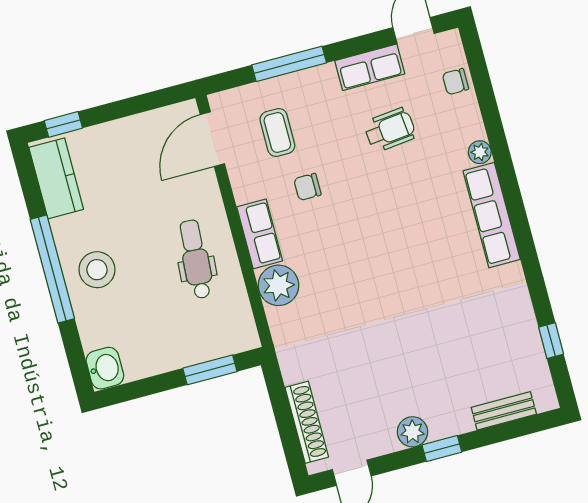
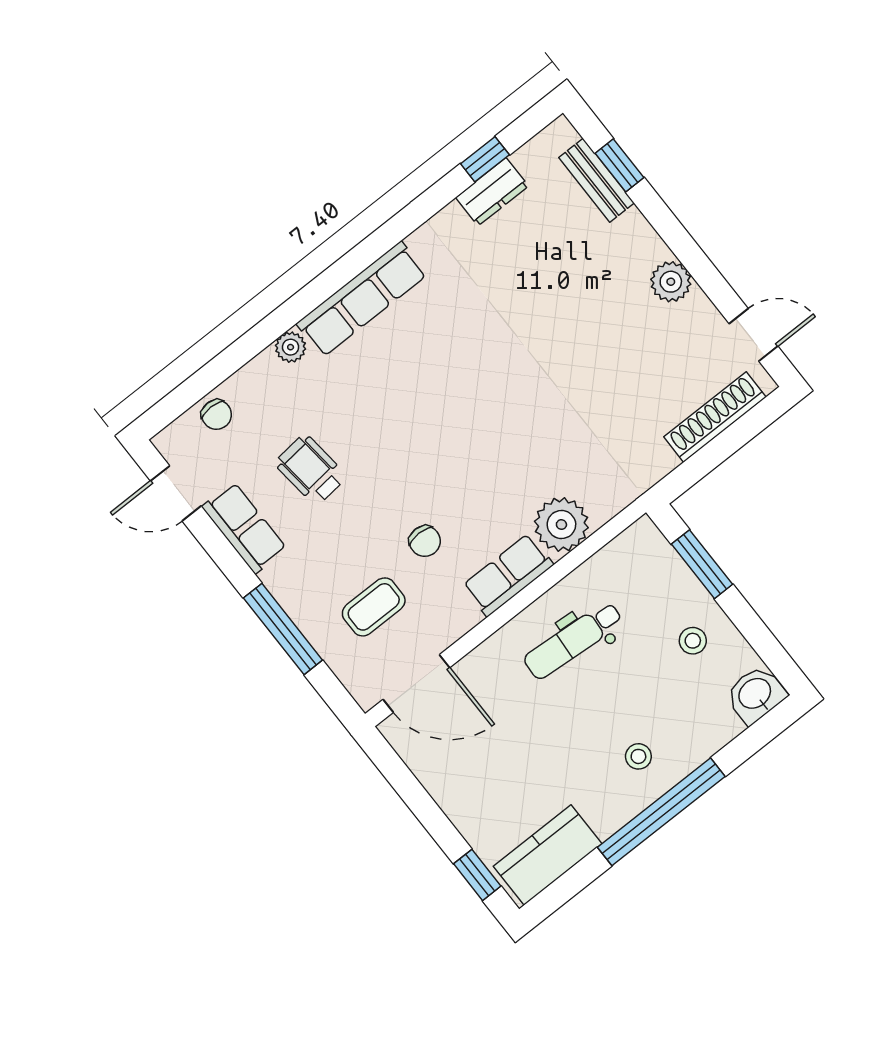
stool: (97, 270) -> (638, 756), width x0.53, depth x0.53
dresser: (527, 336) -> (492, 192), added
stool: (160, 341) -> (693, 641), added
window: (442, 449) -> (620, 165), moved

